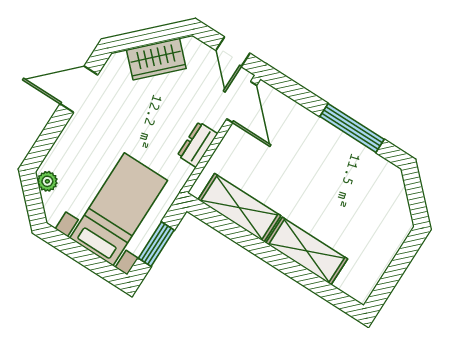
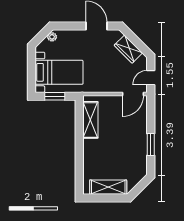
window: (352, 128) -> (151, 145), width x0.69
dresser: (198, 144) -> (105, 87), removed
shelving: (307, 251) -> (108, 187), moved, turned 90

